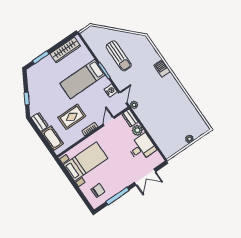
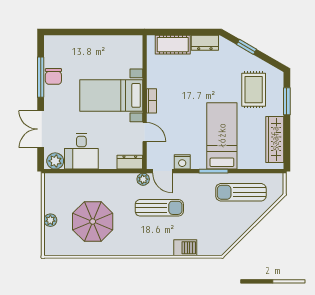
sun lounger: (119, 56) -> (241, 192), moved
barbecue: (162, 68) -> (185, 248), moved
sun lounger: (143, 86) -> (159, 208), added
parasol: (175, 116) -> (93, 222), added
rug: (72, 117) -> (254, 90), moved
plant: (137, 130) -> (55, 161), moved
bed with nightstands: (86, 162) -> (111, 95), moved, turned 90
chair: (98, 190) -> (53, 76), moved

